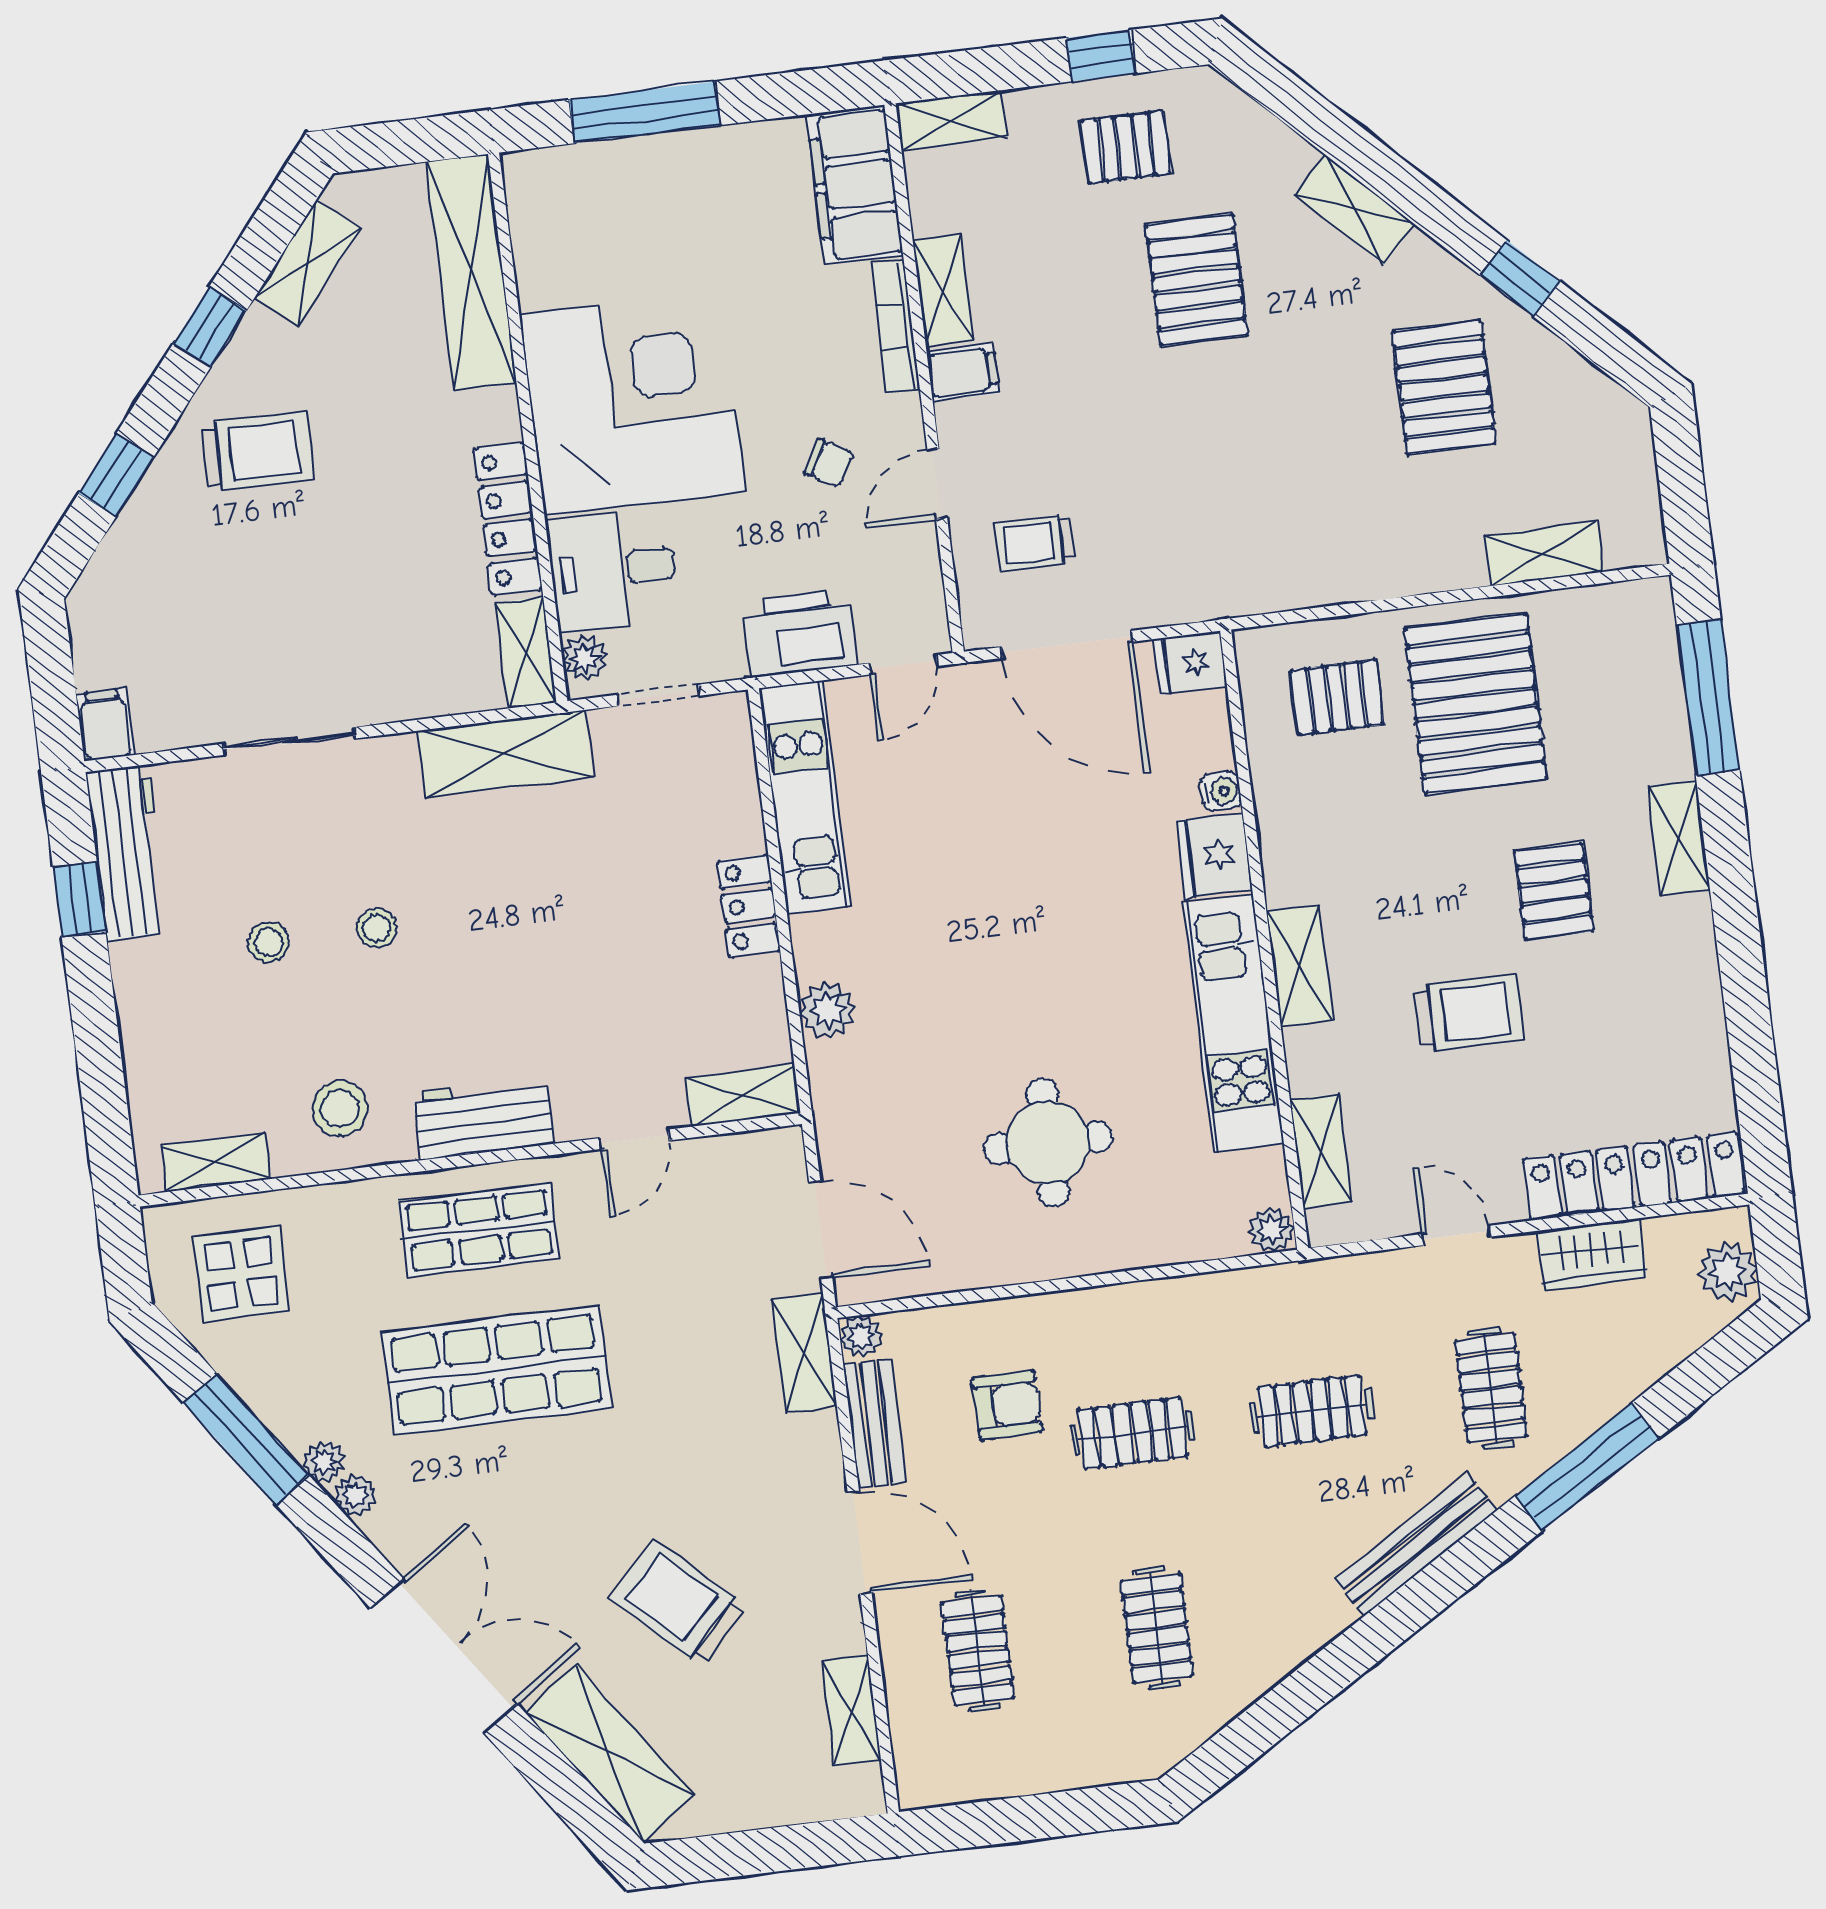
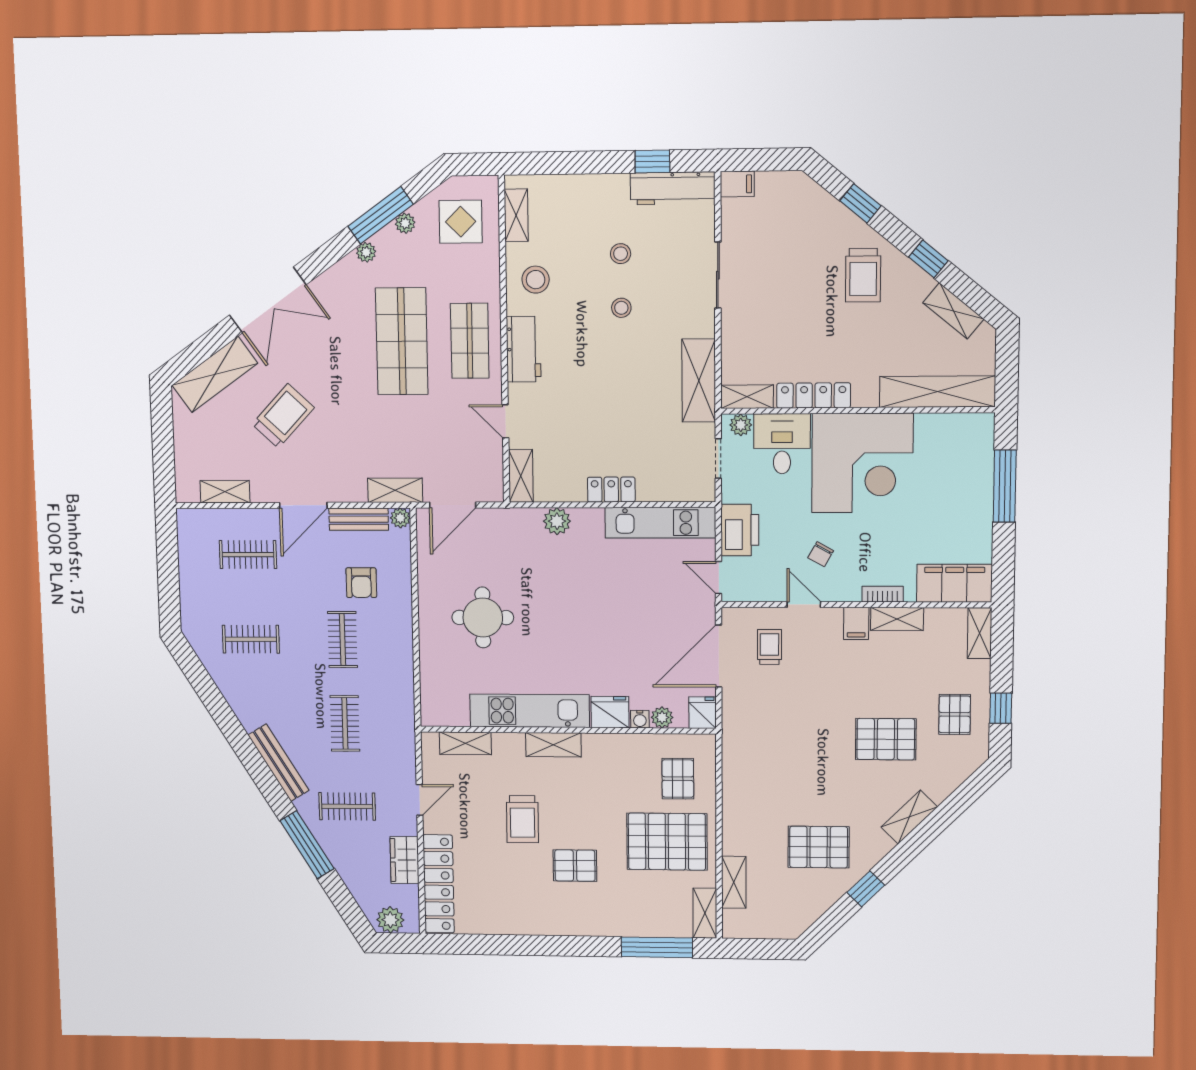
bookcase: (895, 327) -> (883, 594), width x0.64
shelving: (1679, 837) -> (705, 913), moved, turned 90
plant: (1272, 1230) -> (662, 717), moved
plant: (355, 1495) -> (405, 223), moved

